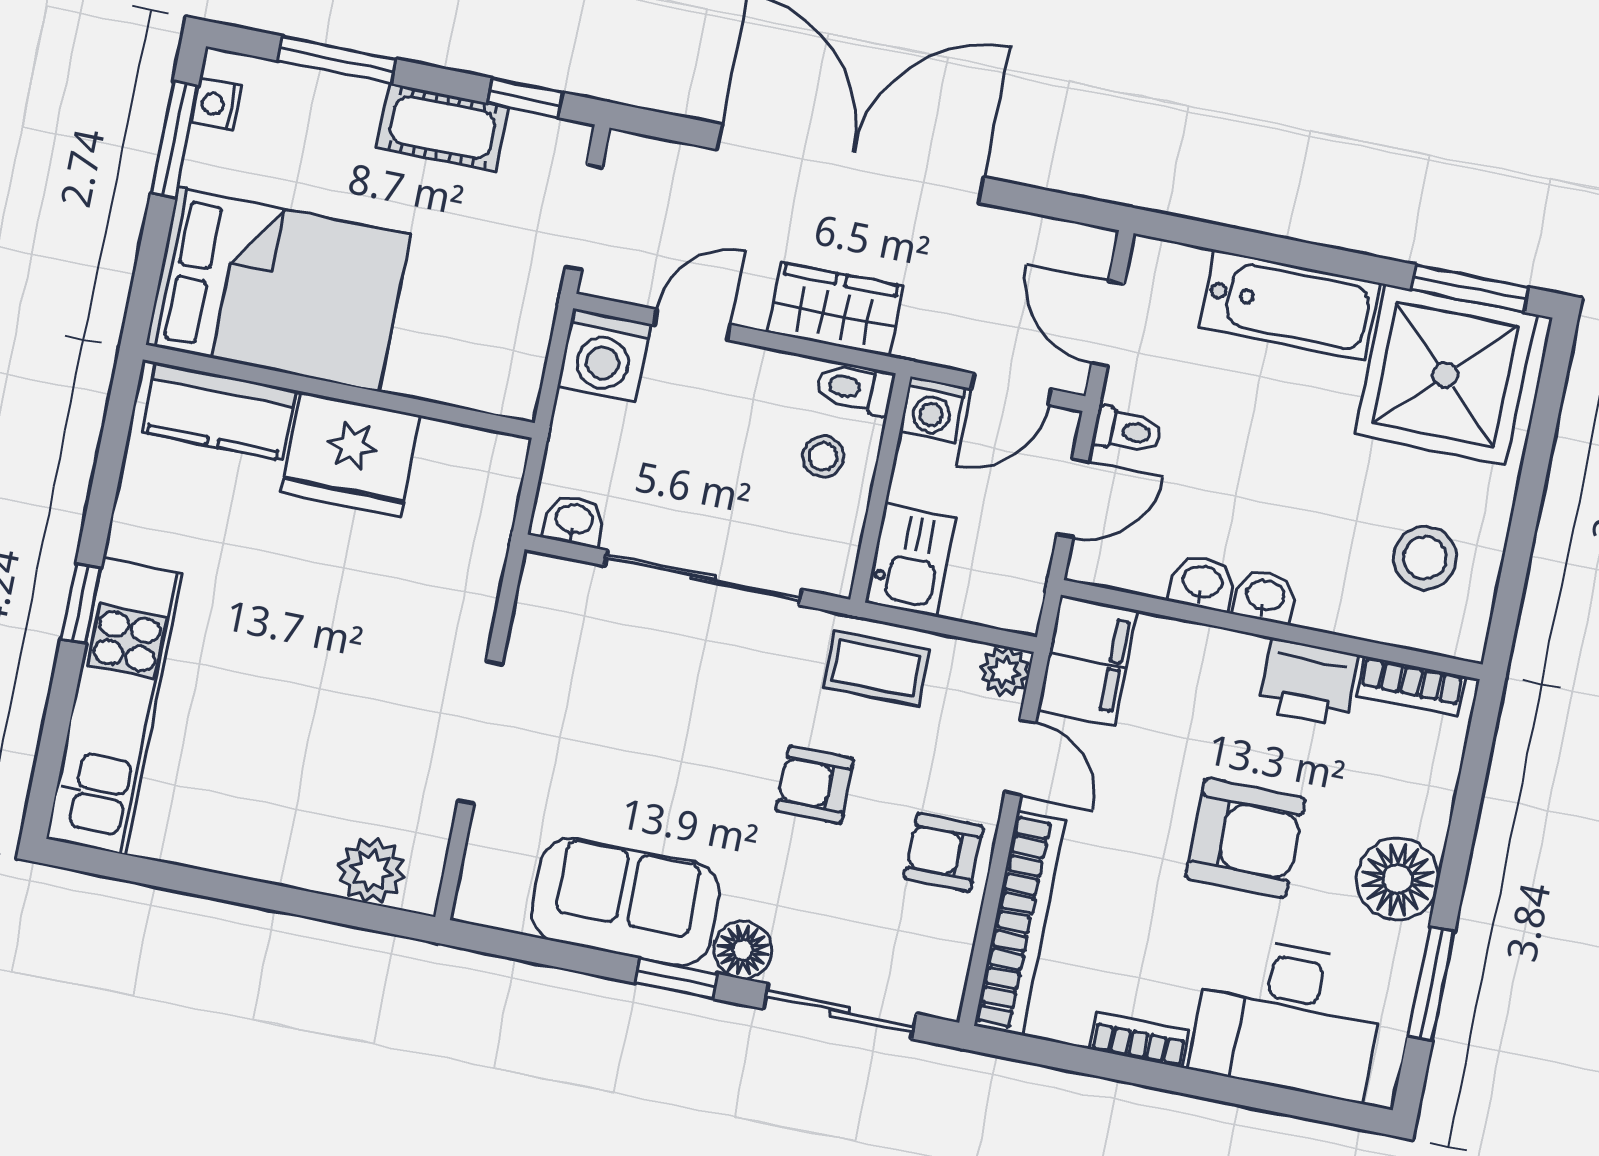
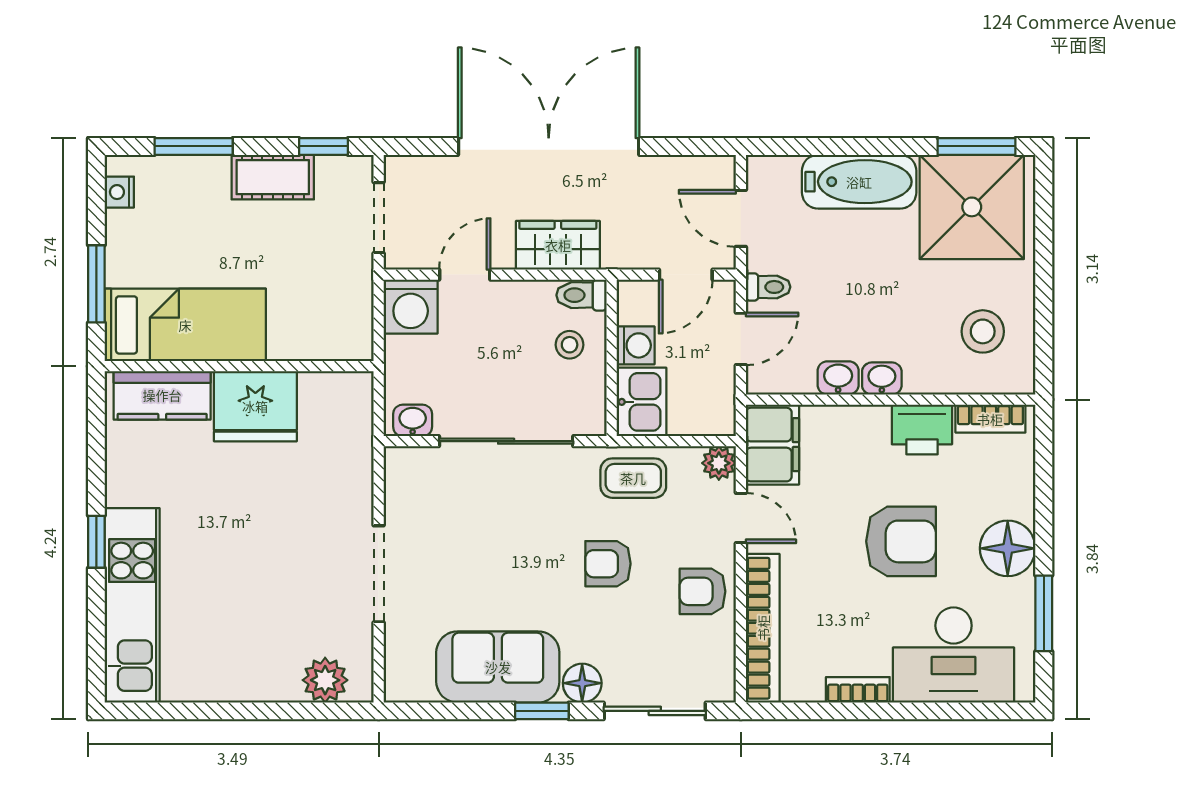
window: (174, 140) -> (96, 284), moved
bed: (278, 290) -> (185, 325), width x0.67
washing machine: (932, 409) -> (636, 345), moved, turned -90

